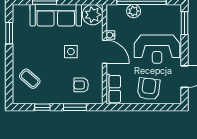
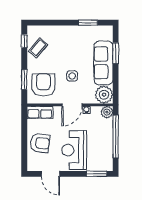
plant: (134, 11) -> (107, 112), moved
coffee table: (30, 79) -> (38, 48), moved
armchair: (81, 85) -> (43, 85), width x1.88, depth x1.88
window: (42, 107) -> (24, 41), moved

